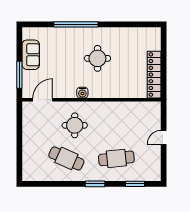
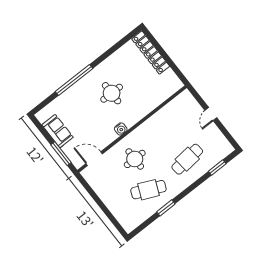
locker: (154, 75) -> (151, 53), moved
door: (43, 100) -> (94, 159), hinge flipped
window: (95, 184) -> (166, 208), moved

